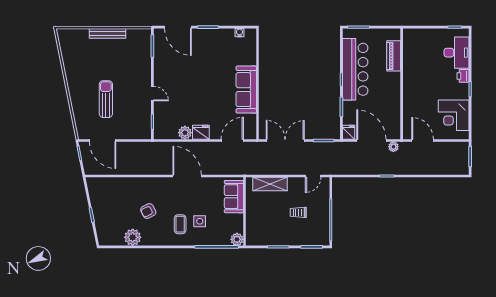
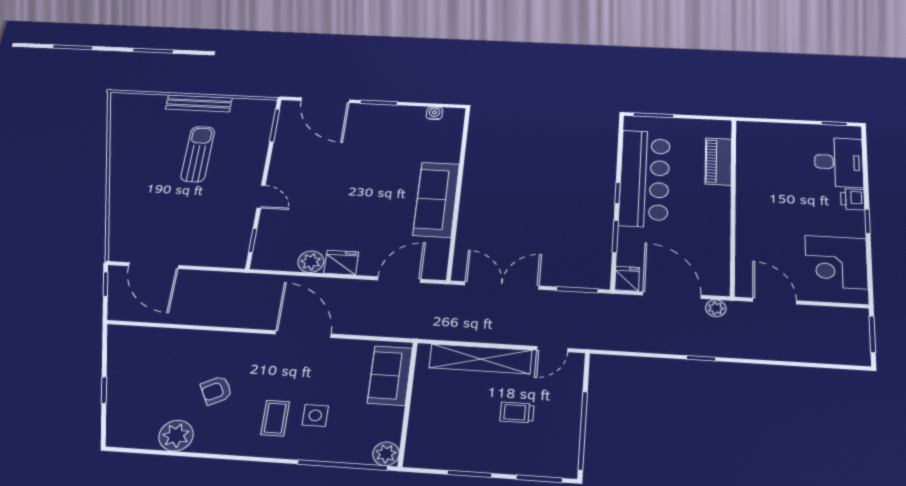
sun lounger: (106, 99) -> (198, 154), moved
shelving: (270, 184) -> (481, 359), width x1.47

